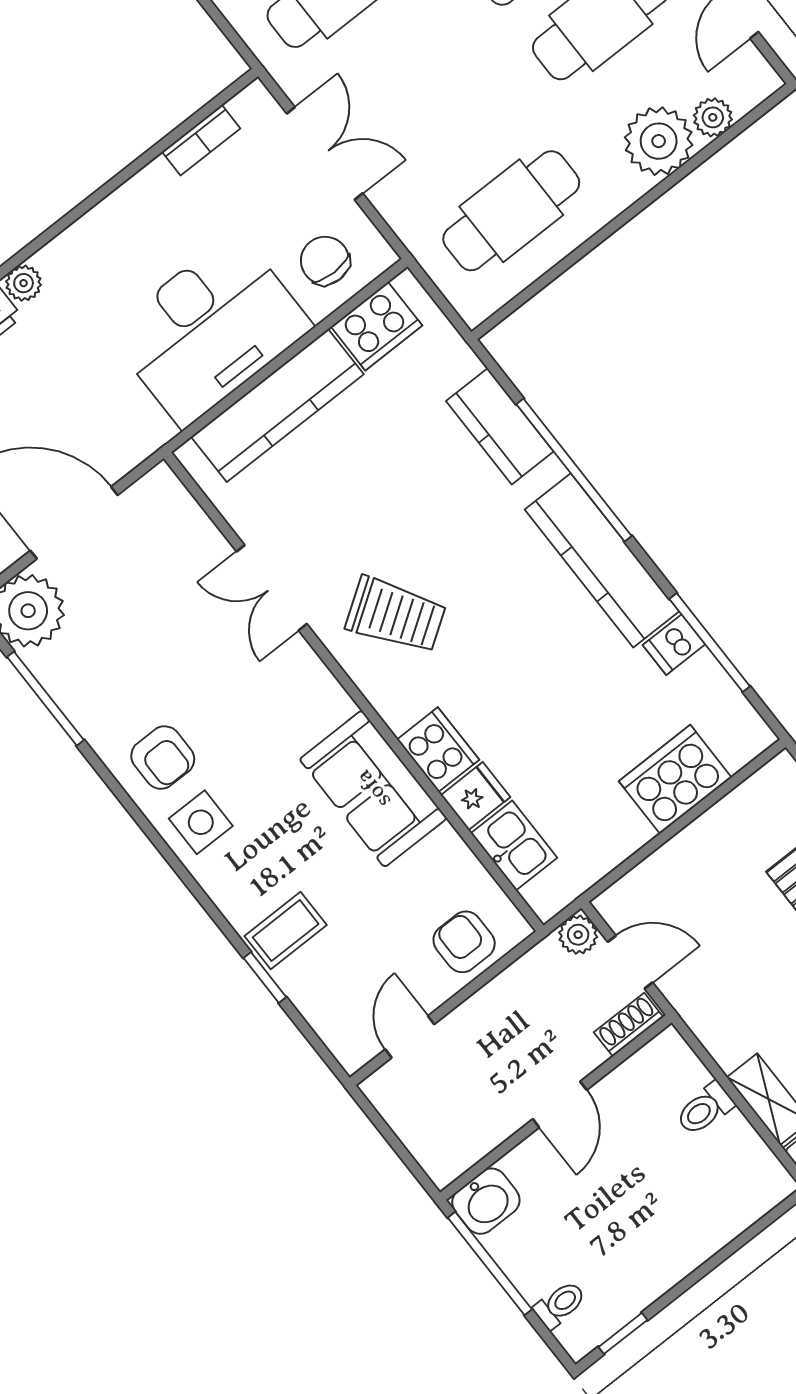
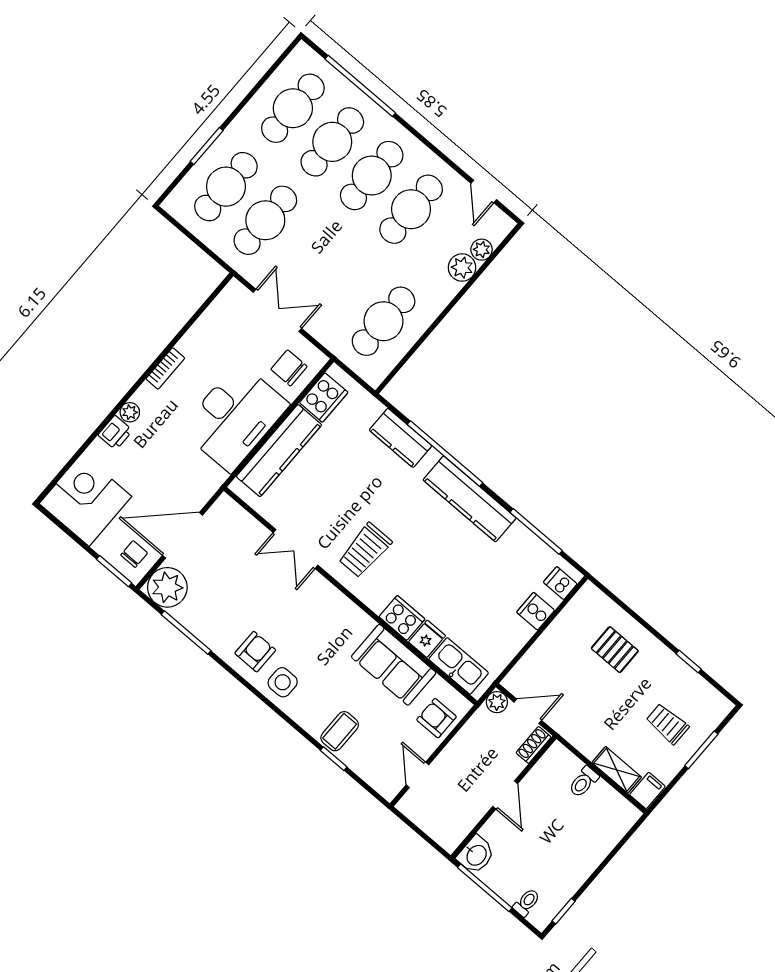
bookcase: (201, 140) -> (165, 369), moved
plant: (659, 141) -> (462, 268), width x0.73, depth x0.73
trolley: (396, 615) -> (365, 550), turned 124
dishwasher: (674, 645) -> (560, 583), moved, turned 90
armchair: (163, 758) -> (255, 652), turned -90
cooker: (675, 779) -> (536, 611), width x0.53, depth x0.76
sofa: (373, 789) -> (394, 665), moved
kitchen sink: (514, 845) -> (459, 666), width x1.38

